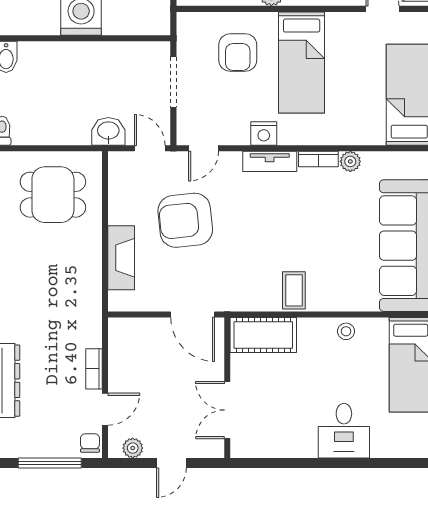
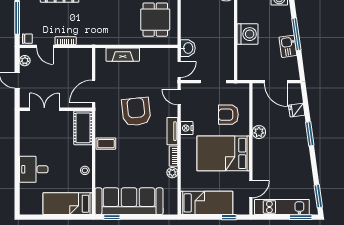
bed: (302, 63) -> (223, 153), width x1.50
armchair: (185, 220) -> (136, 112), moved

